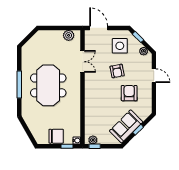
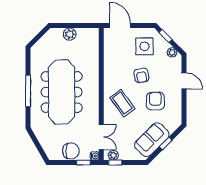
plant: (69, 35) -> (70, 34), moved
double door: (82, 62) -> (101, 137), moved
meeting table: (48, 85) -> (62, 92), width x1.36
coffee table: (101, 95) -> (122, 103), added

